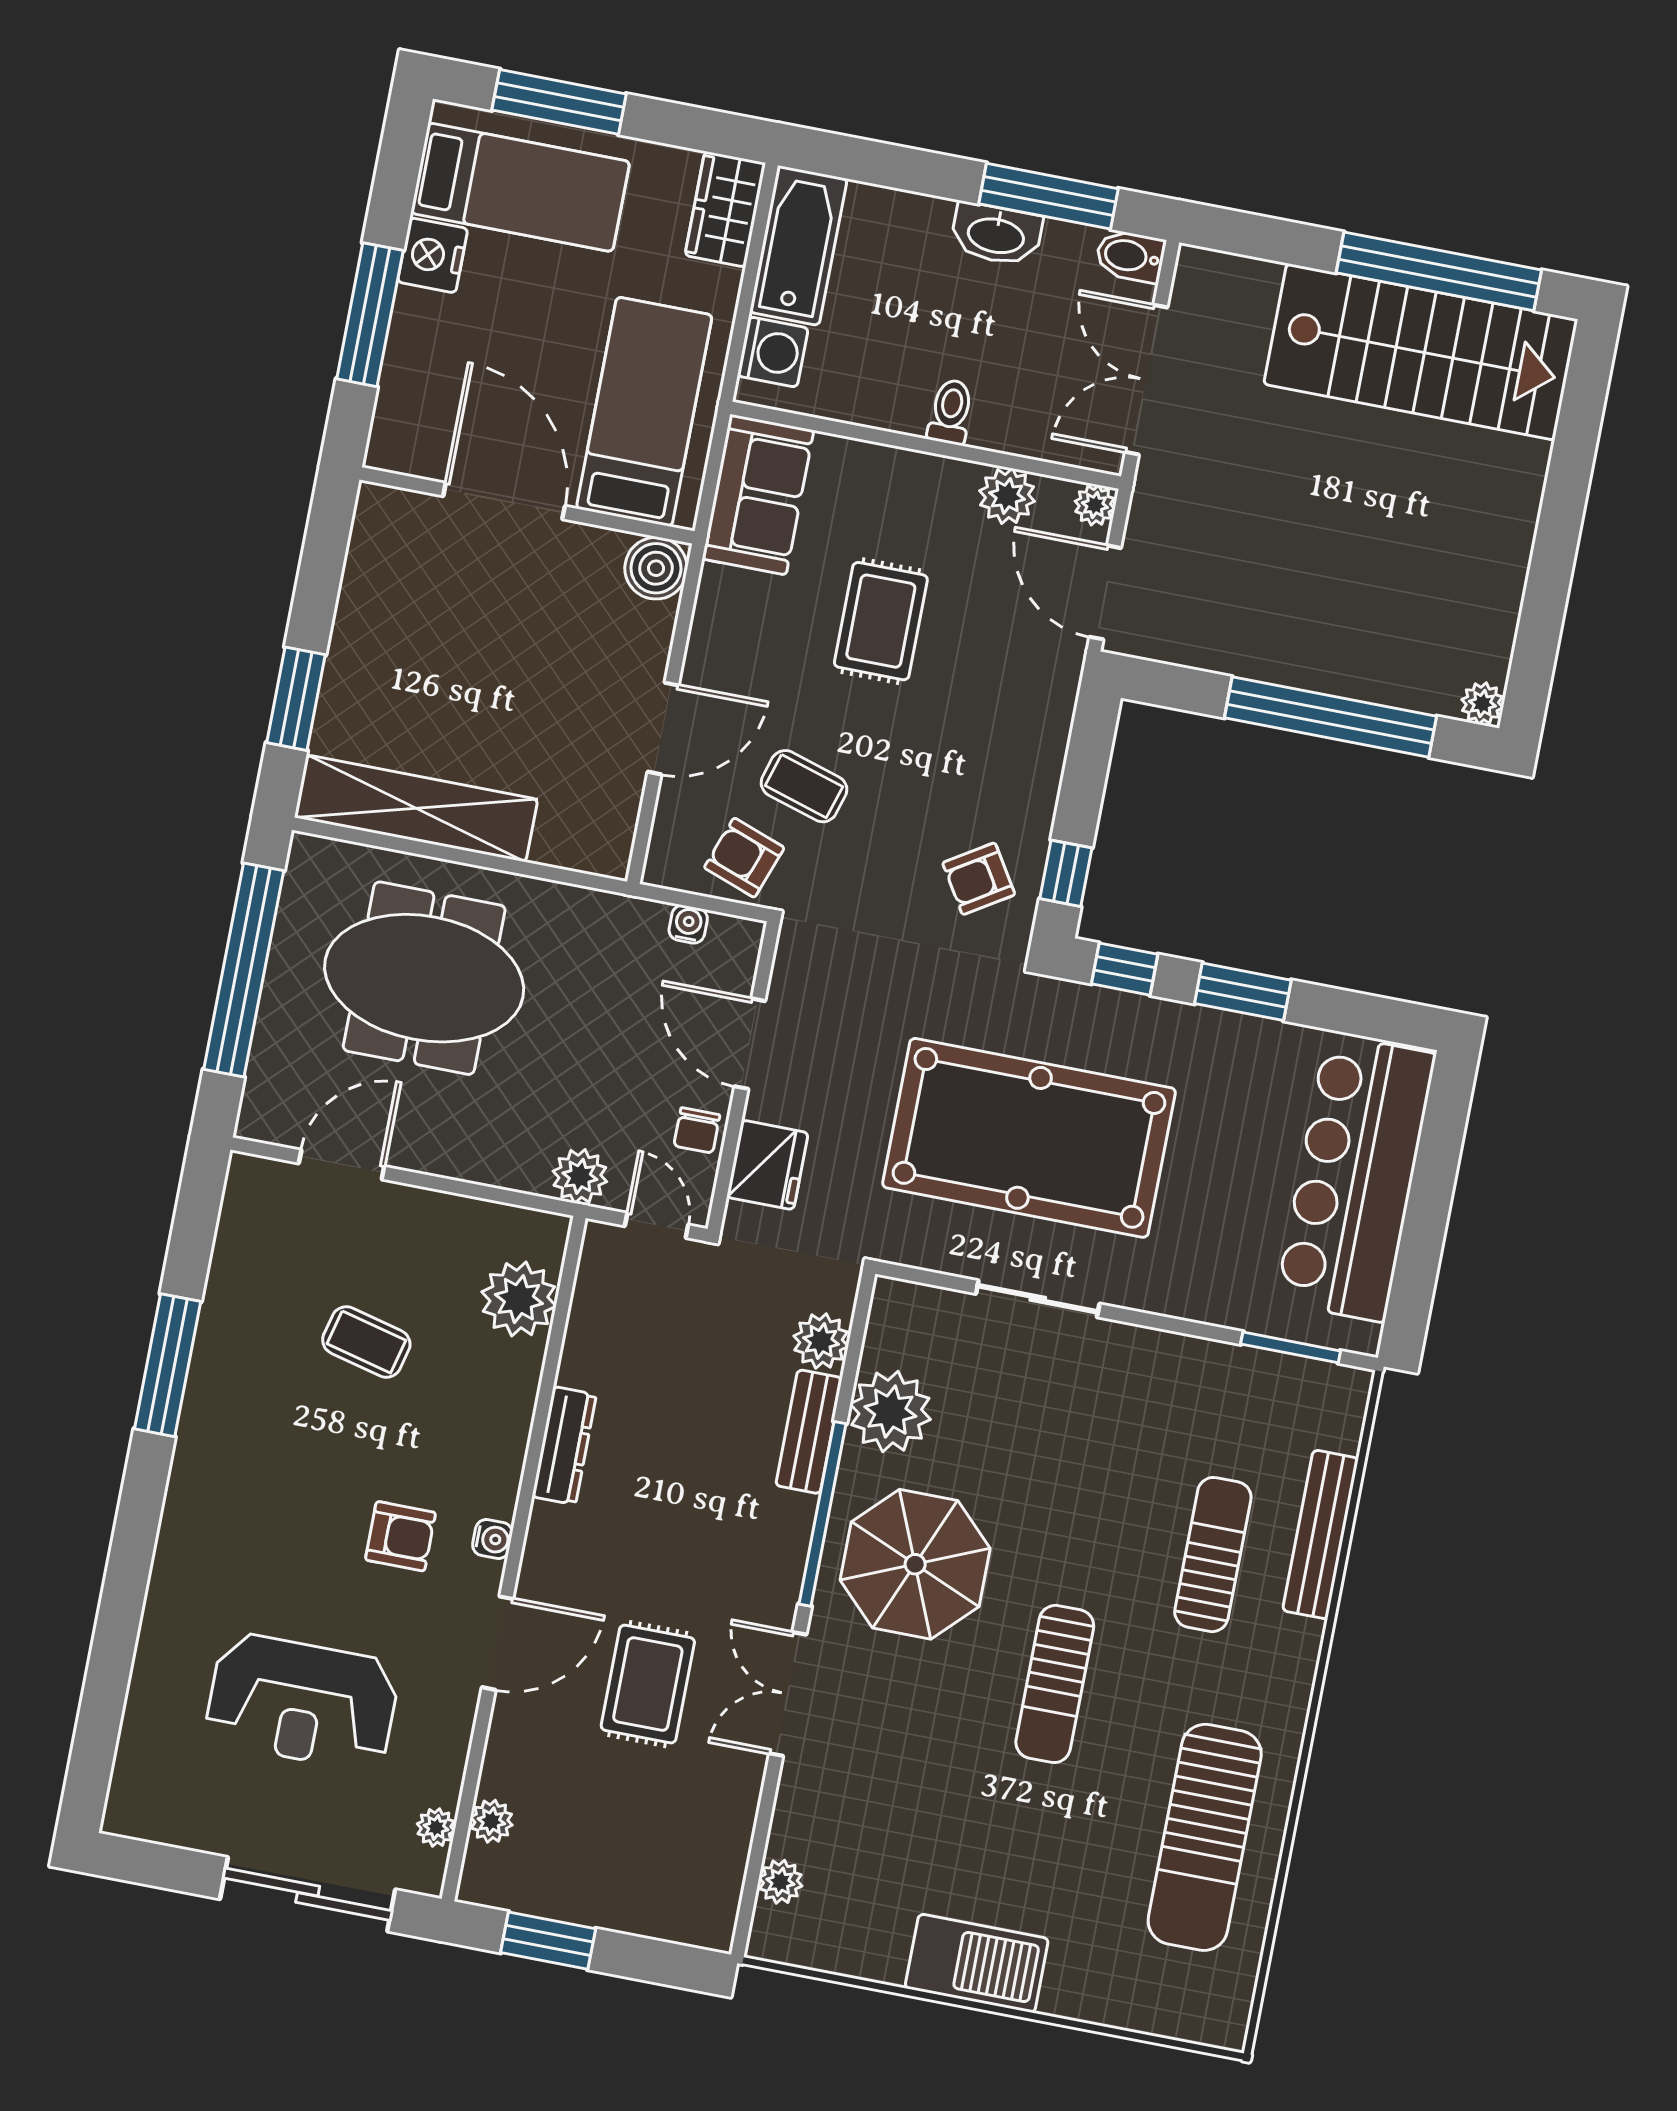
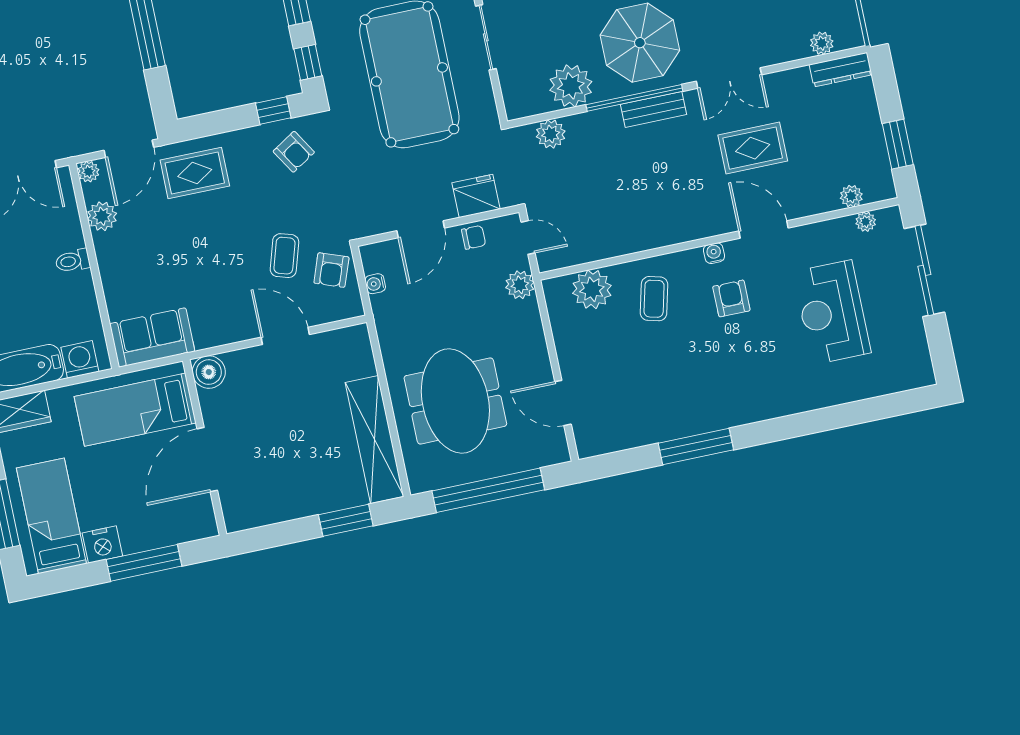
rug: (881, 621) -> (195, 173), moved
door: (657, 1225) -> (528, 238), swing flipped
coffee table: (366, 1342) -> (654, 299), moved
bench: (809, 1432) -> (653, 109), moved
dresser: (564, 1446) -> (841, 70), moved, turned 180
reception desk: (302, 1702) -> (832, 312), turned 180

